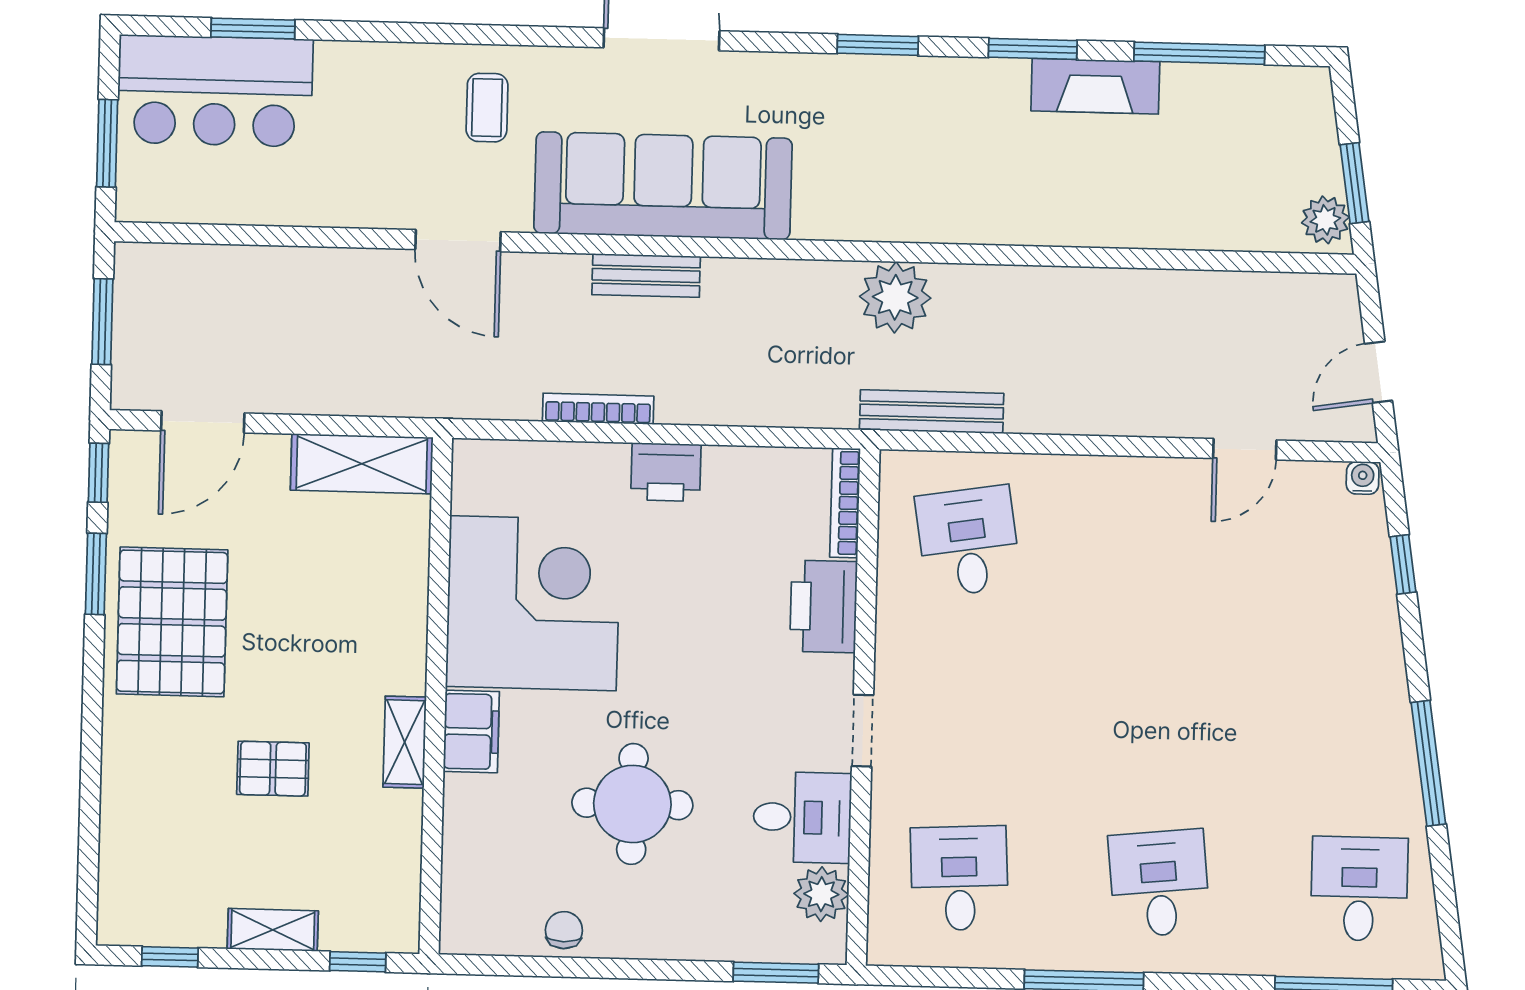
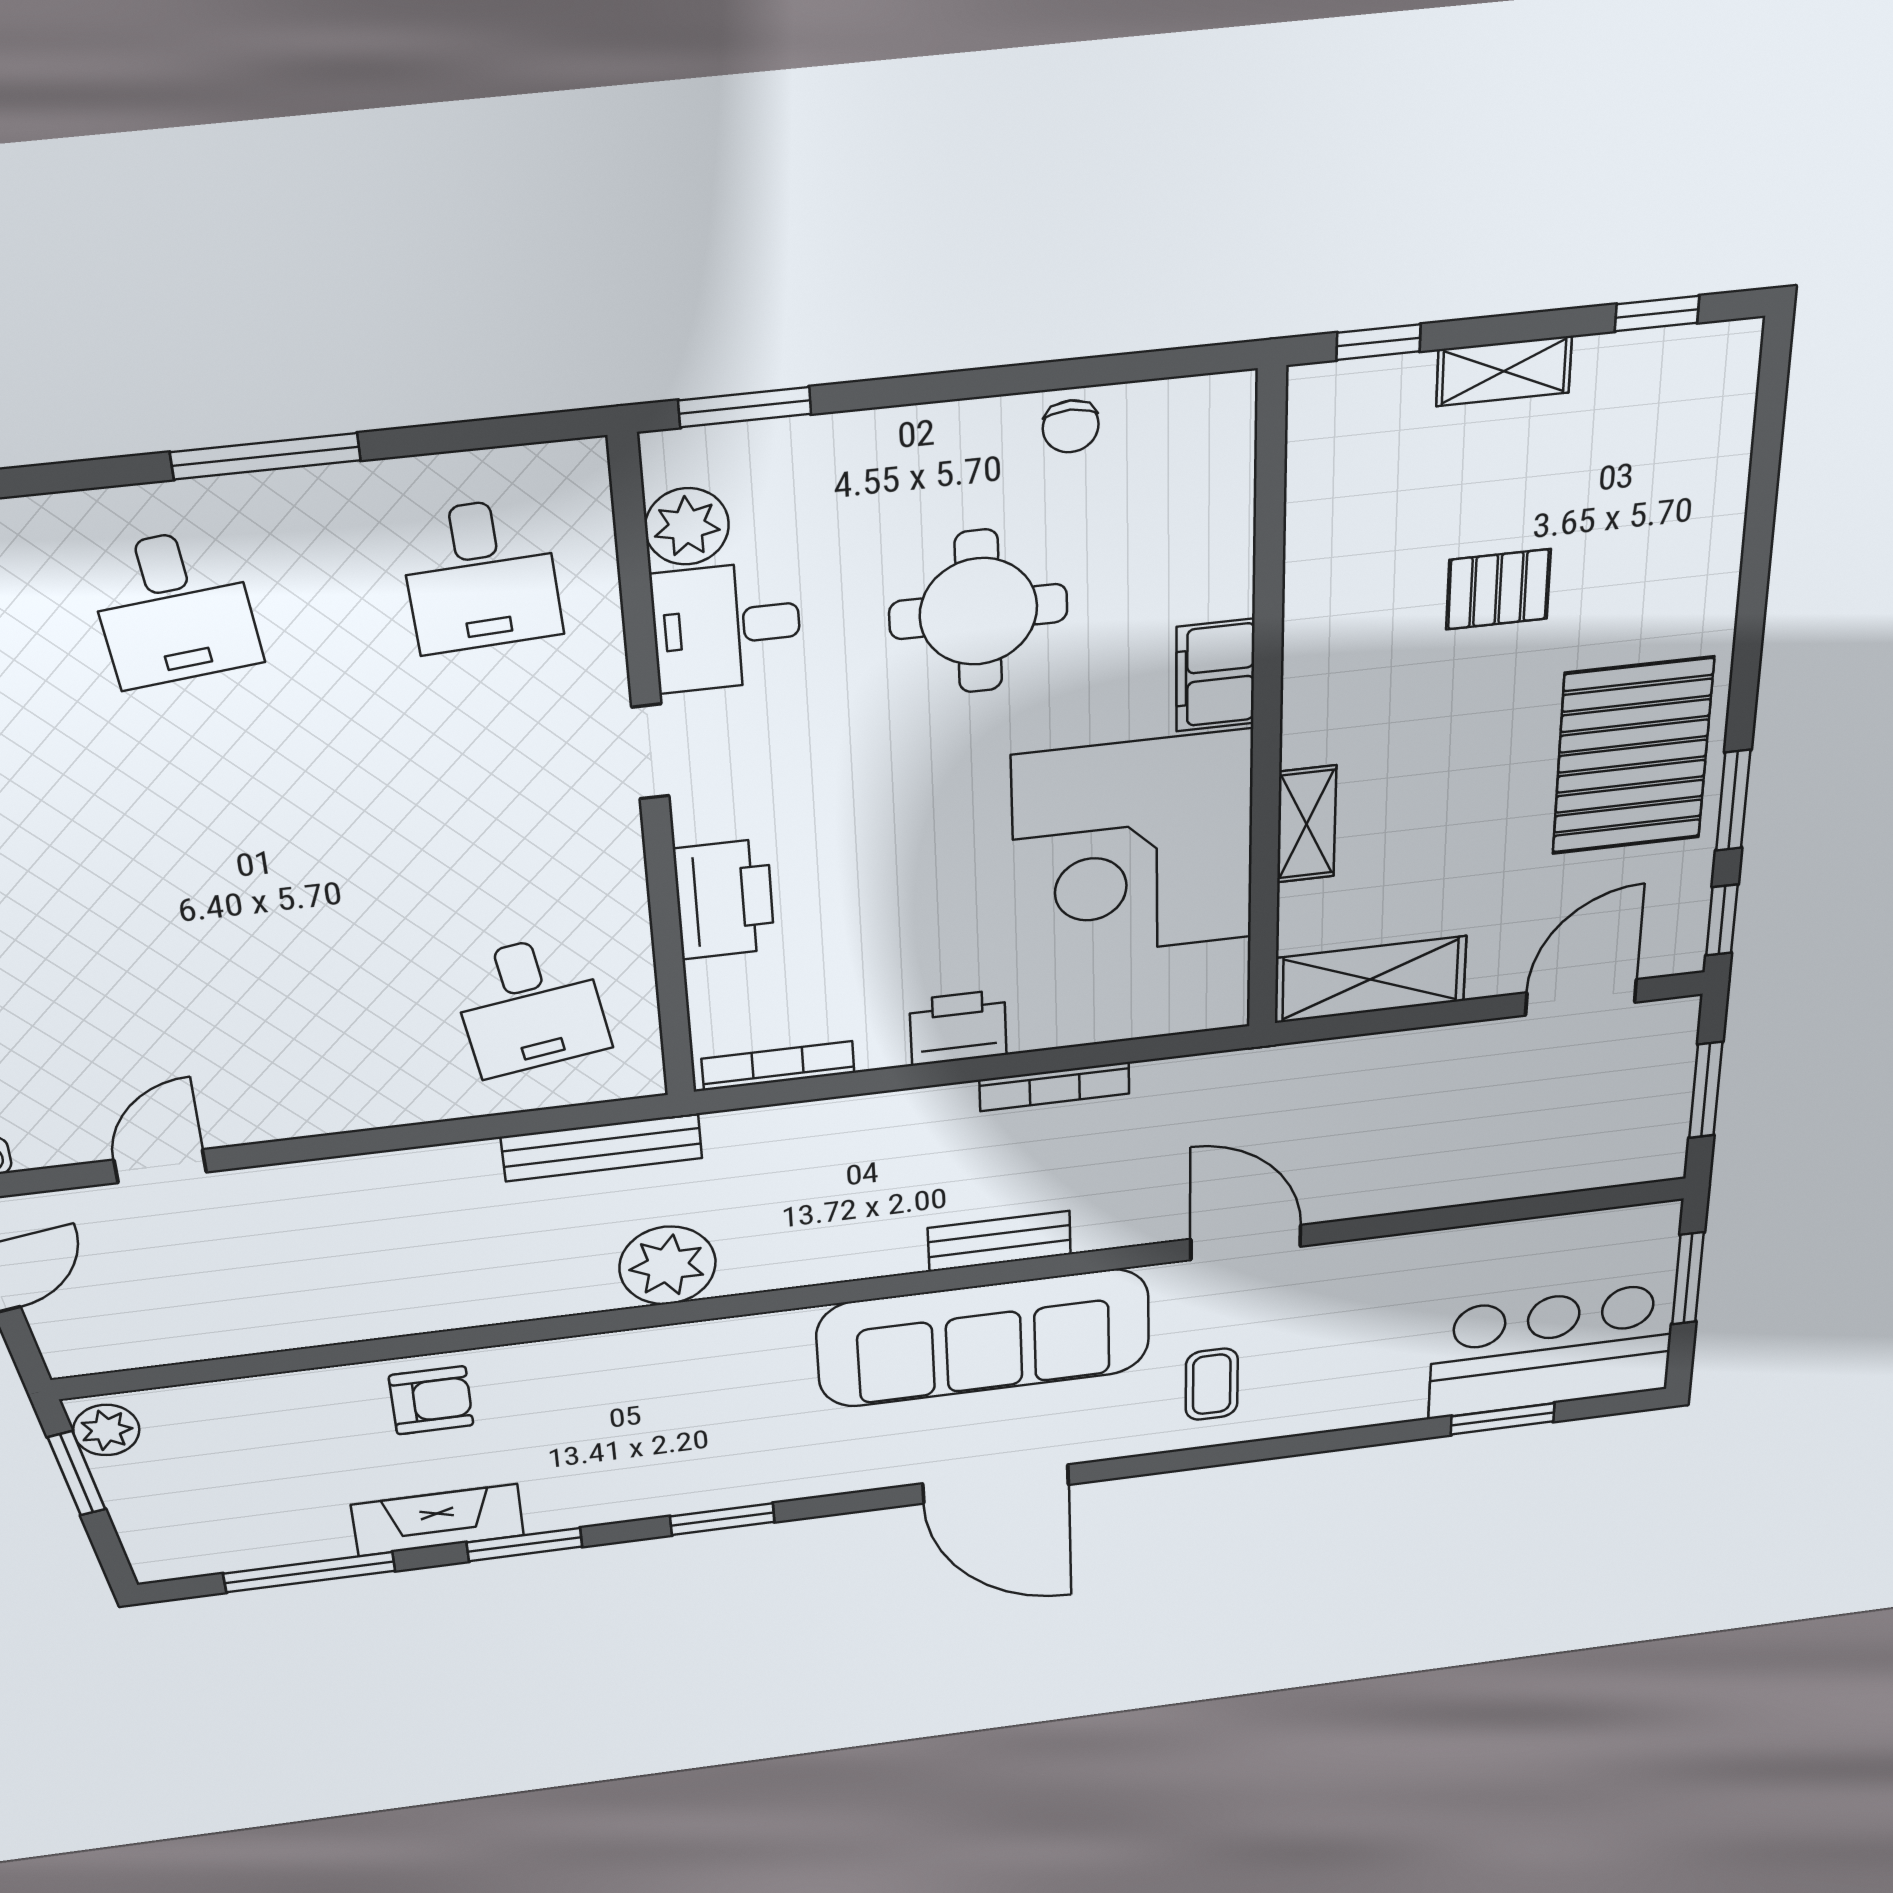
armchair: (1084, 203) -> (431, 1400), added
bookcase: (845, 503) -> (778, 1066), moved, turned -90
shelving: (405, 742) -> (1306, 824), moved

